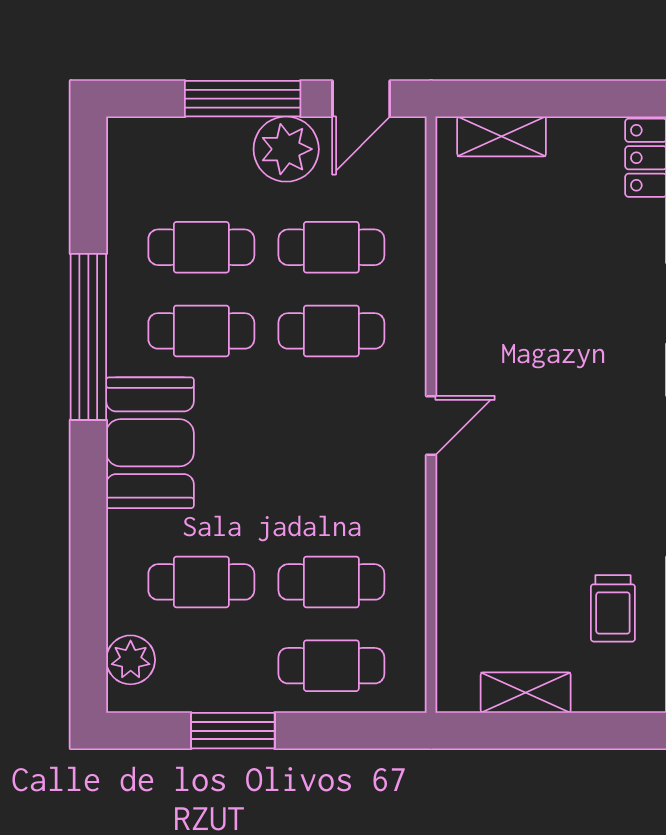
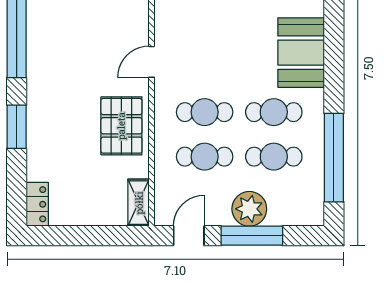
shelving: (502, 136) -> (139, 203), moved, turned 90
plant: (286, 149) -> (249, 209), moved
pallet: (488, 305) -> (121, 126), added
window: (88, 337) -> (334, 158), moved

